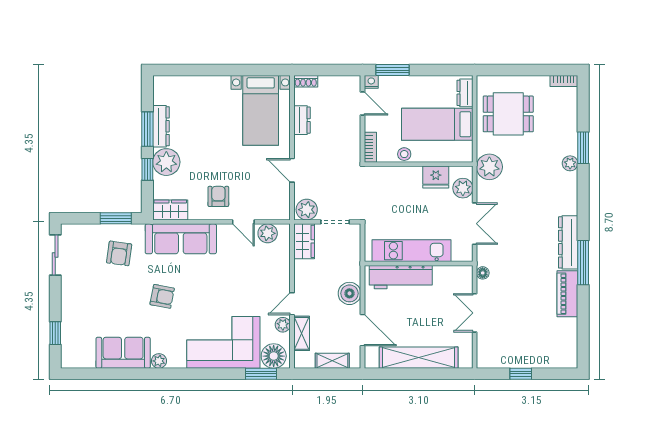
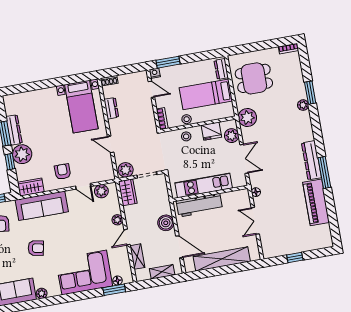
stool: (399, 178) -> (186, 136), added
piano: (567, 294) -> (316, 202), width x1.37, depth x1.33
plant: (283, 325) -> (117, 220), moved
floor lamp: (274, 356) -> (117, 281), width x0.53, depth x0.53

